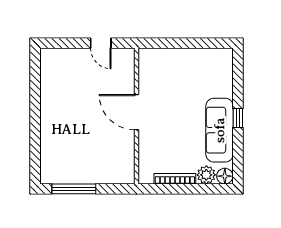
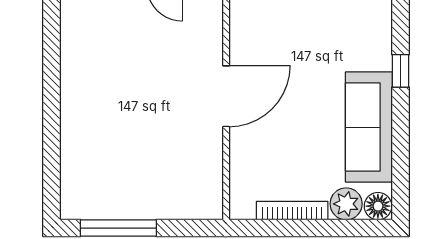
door: (136, 112) -> (226, 96), swing flipped
window: (238, 118) -> (401, 71), moved

